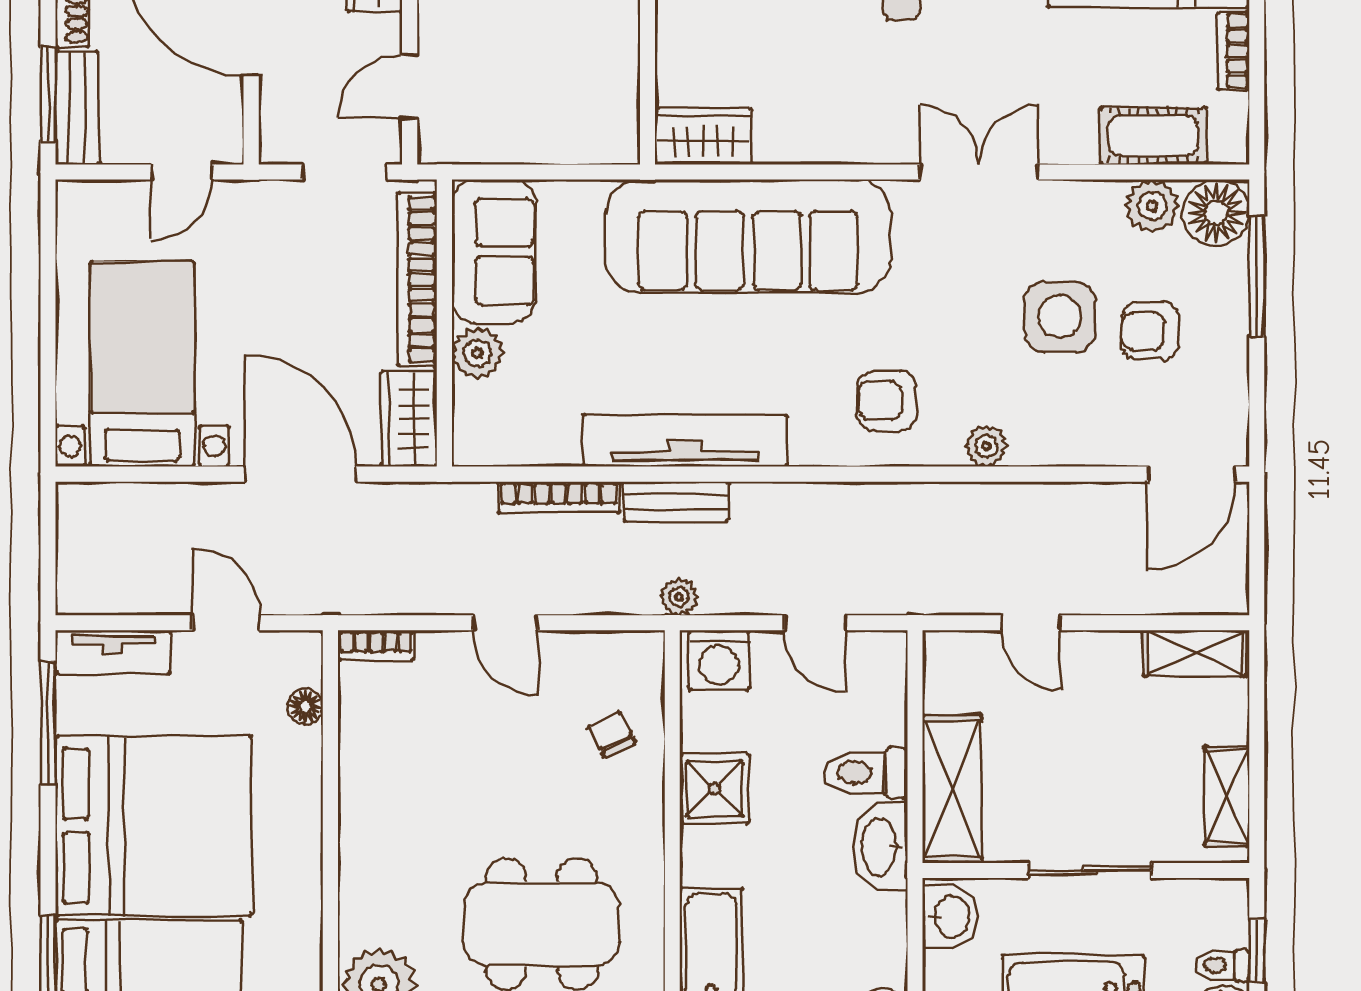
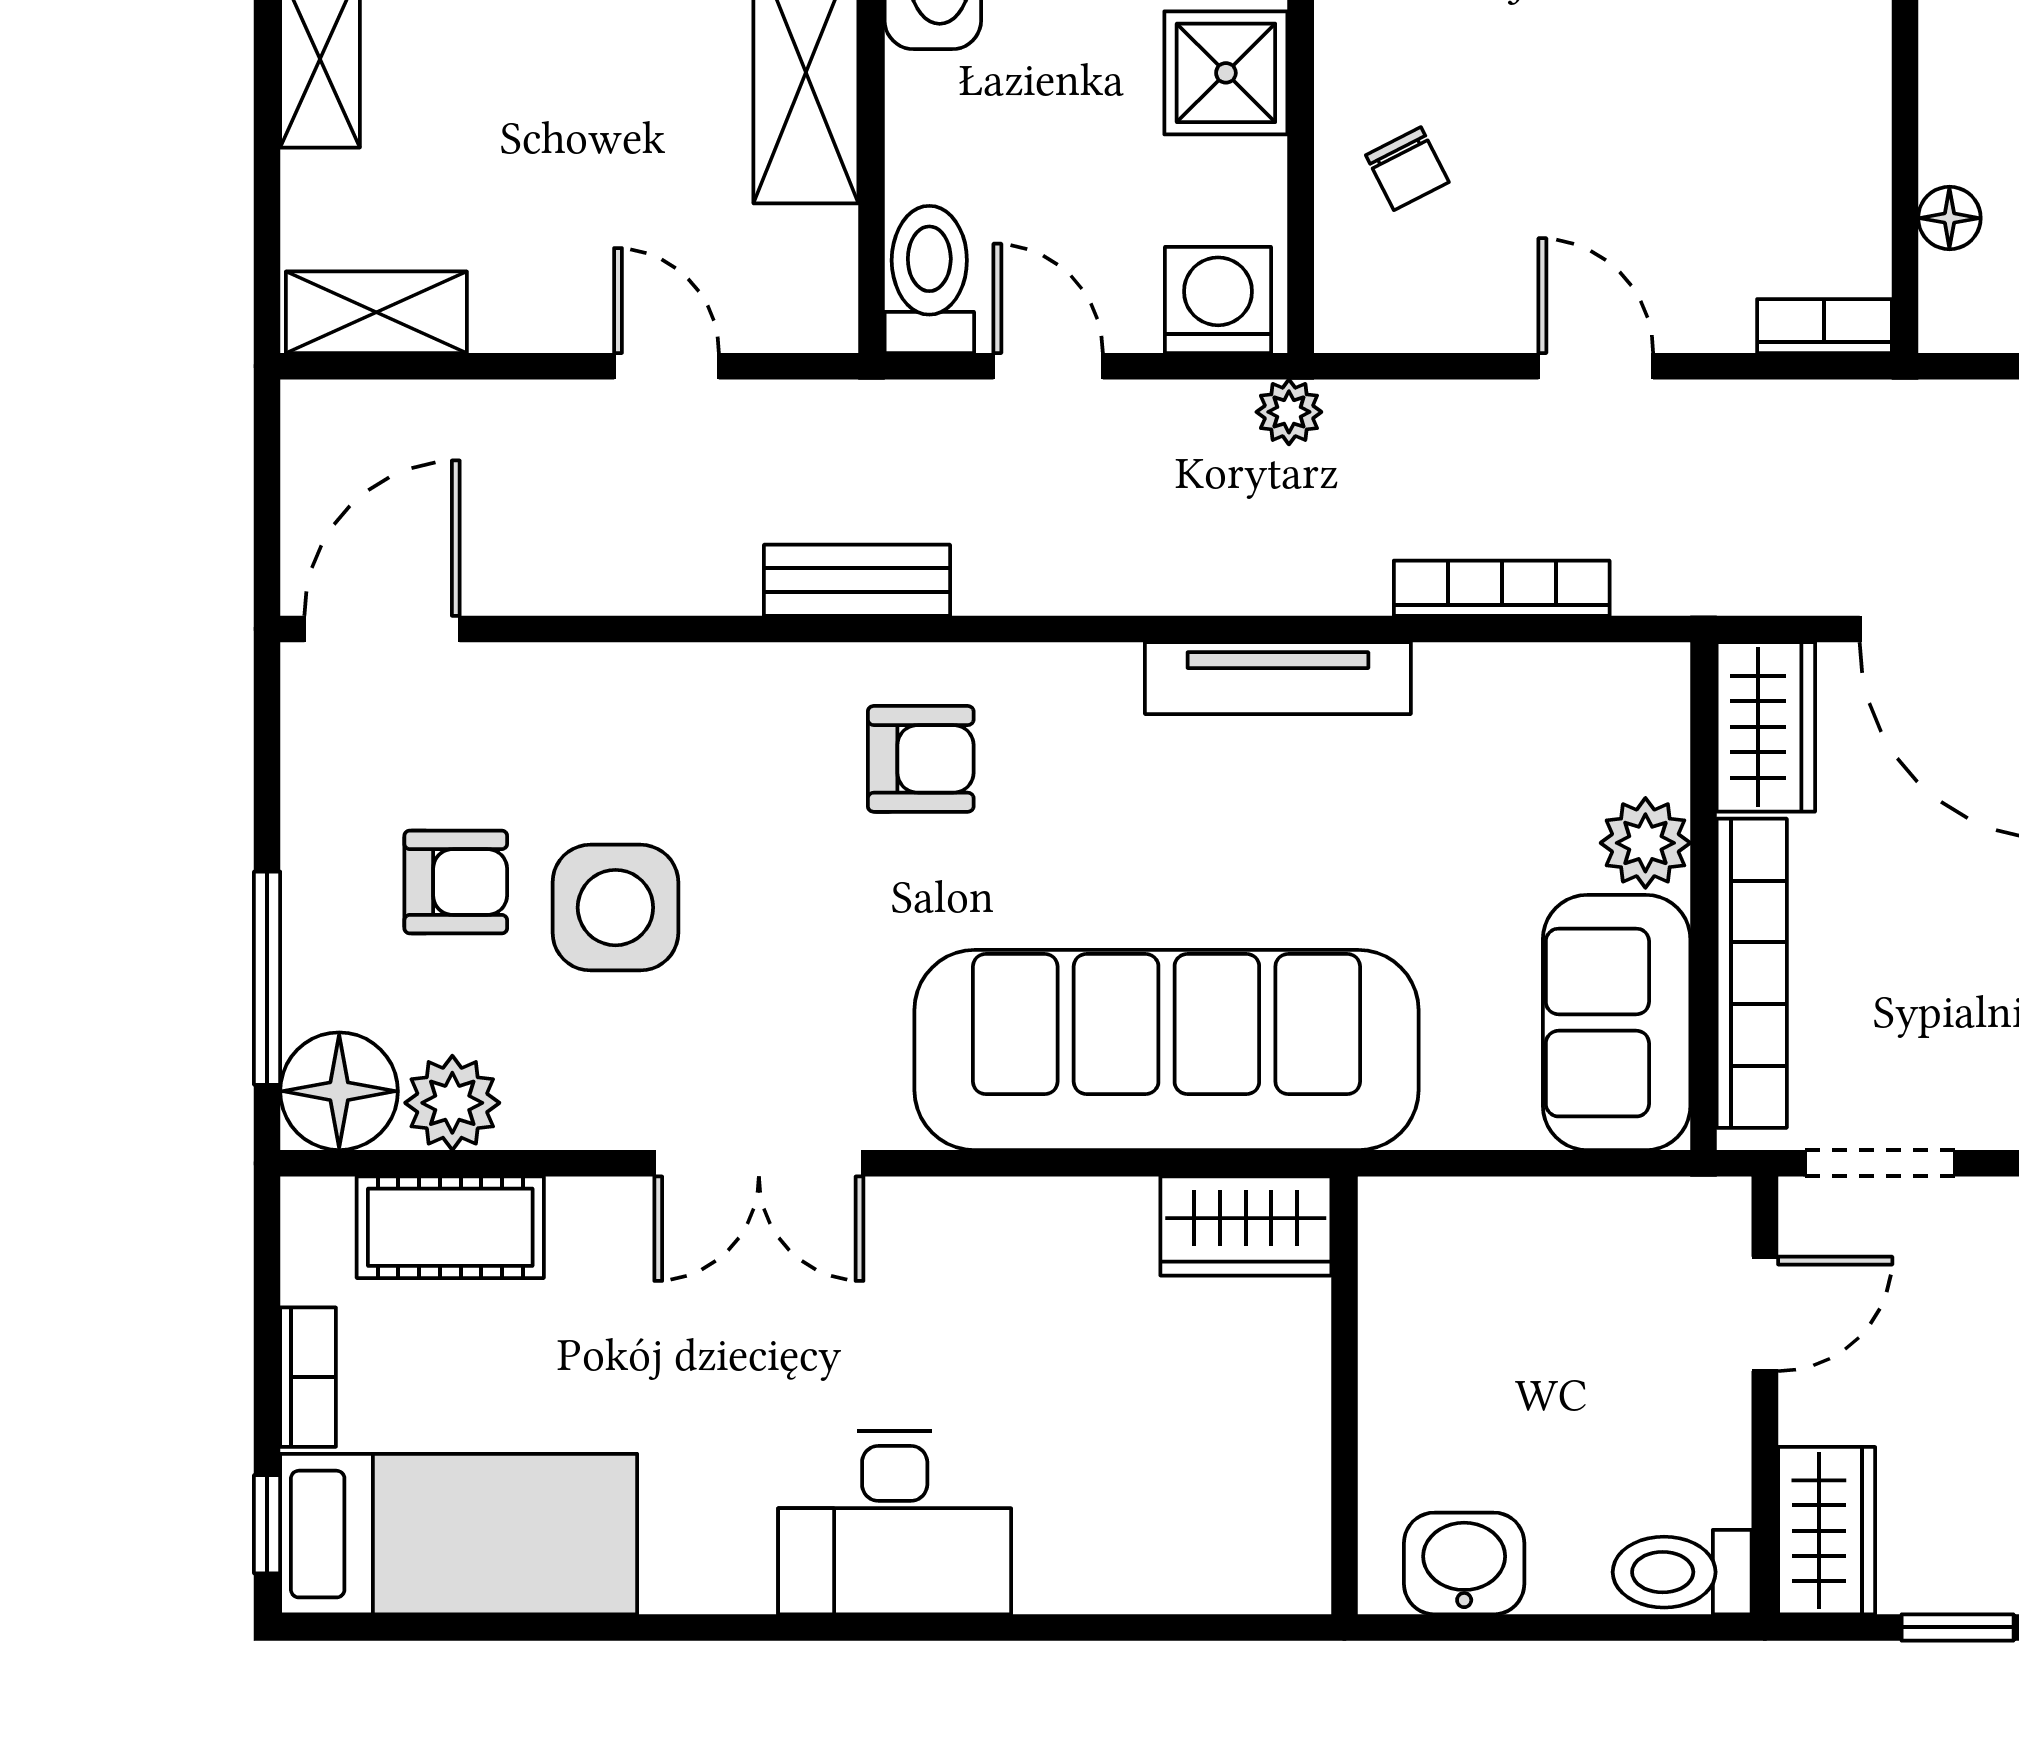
tv unit: (685, 441) -> (1278, 678), width x0.73, depth x0.78
plant: (986, 446) -> (746, 679), removed
bench: (676, 502) -> (857, 580), moved
toilet: (866, 773) -> (929, 279), moved, turned -90

